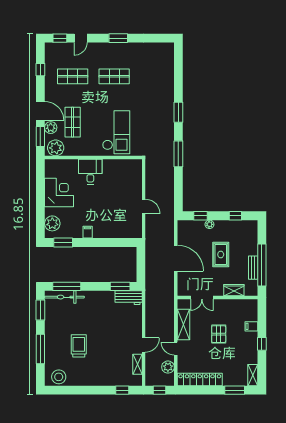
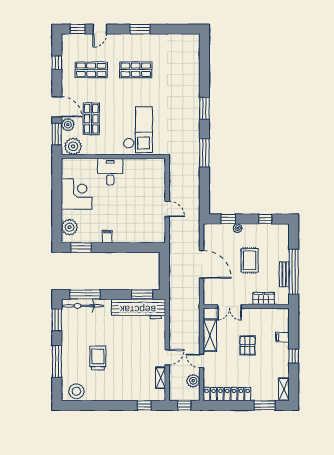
workbench: (129, 298) -> (138, 309), width x1.88, depth x1.32

